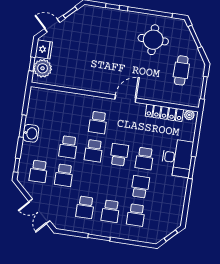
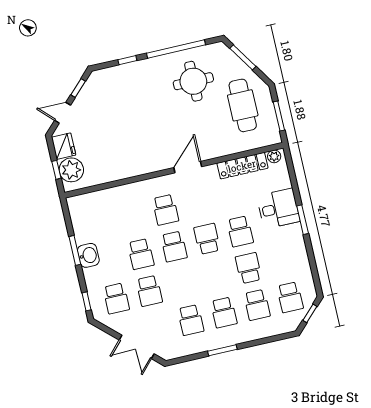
cafe table: (181, 70) -> (243, 105), width x1.37, depth x1.35
desk: (177, 158) -> (278, 209), width x0.73
school desk: (161, 219) -> (290, 297), added

